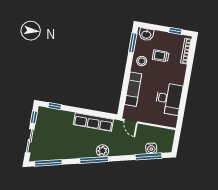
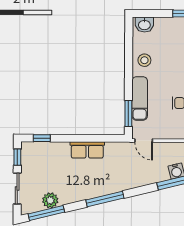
window: (133, 43) -> (128, 113), moved
trolley: (161, 56) -> (168, 49), removed
row of seats: (93, 122) -> (87, 150), width x0.68
plant: (102, 151) -> (50, 200), moved

